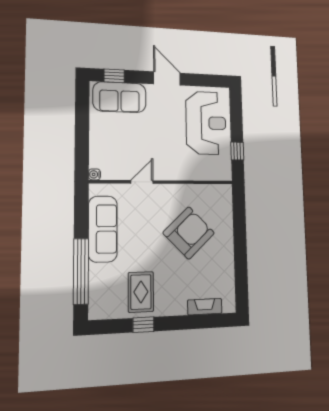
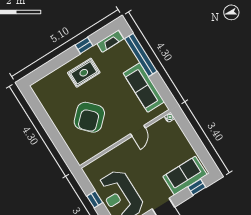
window: (237, 151) -> (95, 199), moved
rug: (141, 292) -> (84, 73), moved, turned 90
fireplace: (205, 307) -> (110, 41), moved

